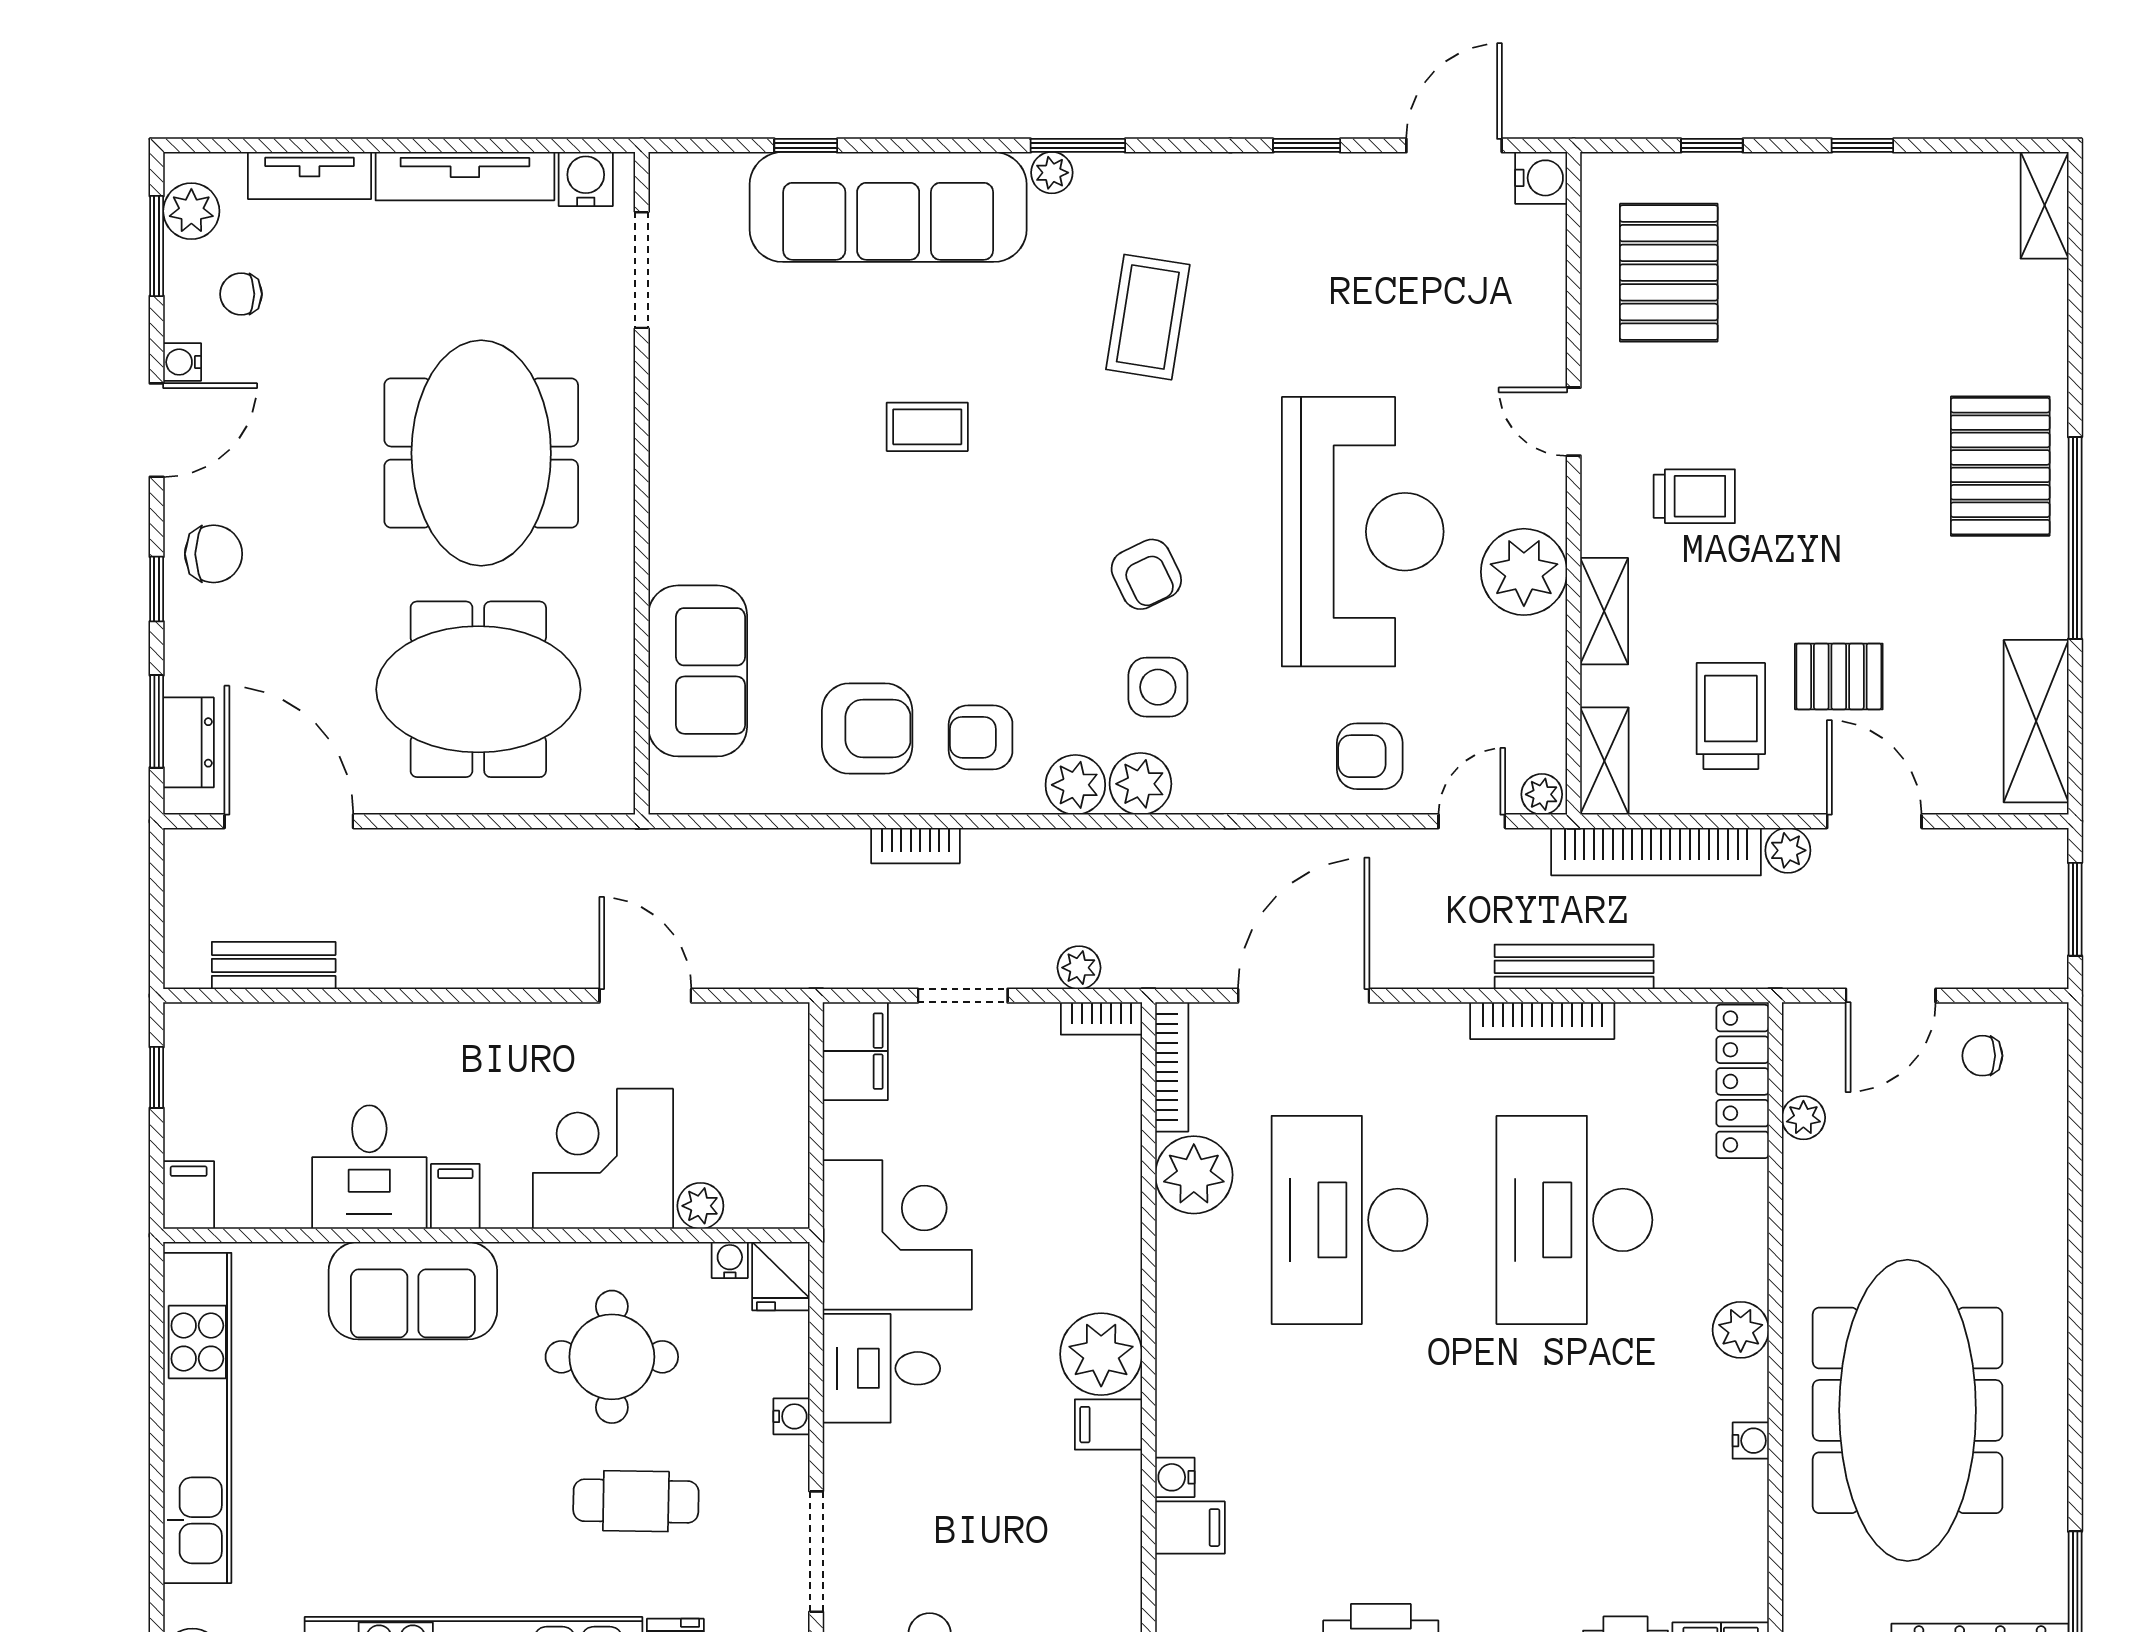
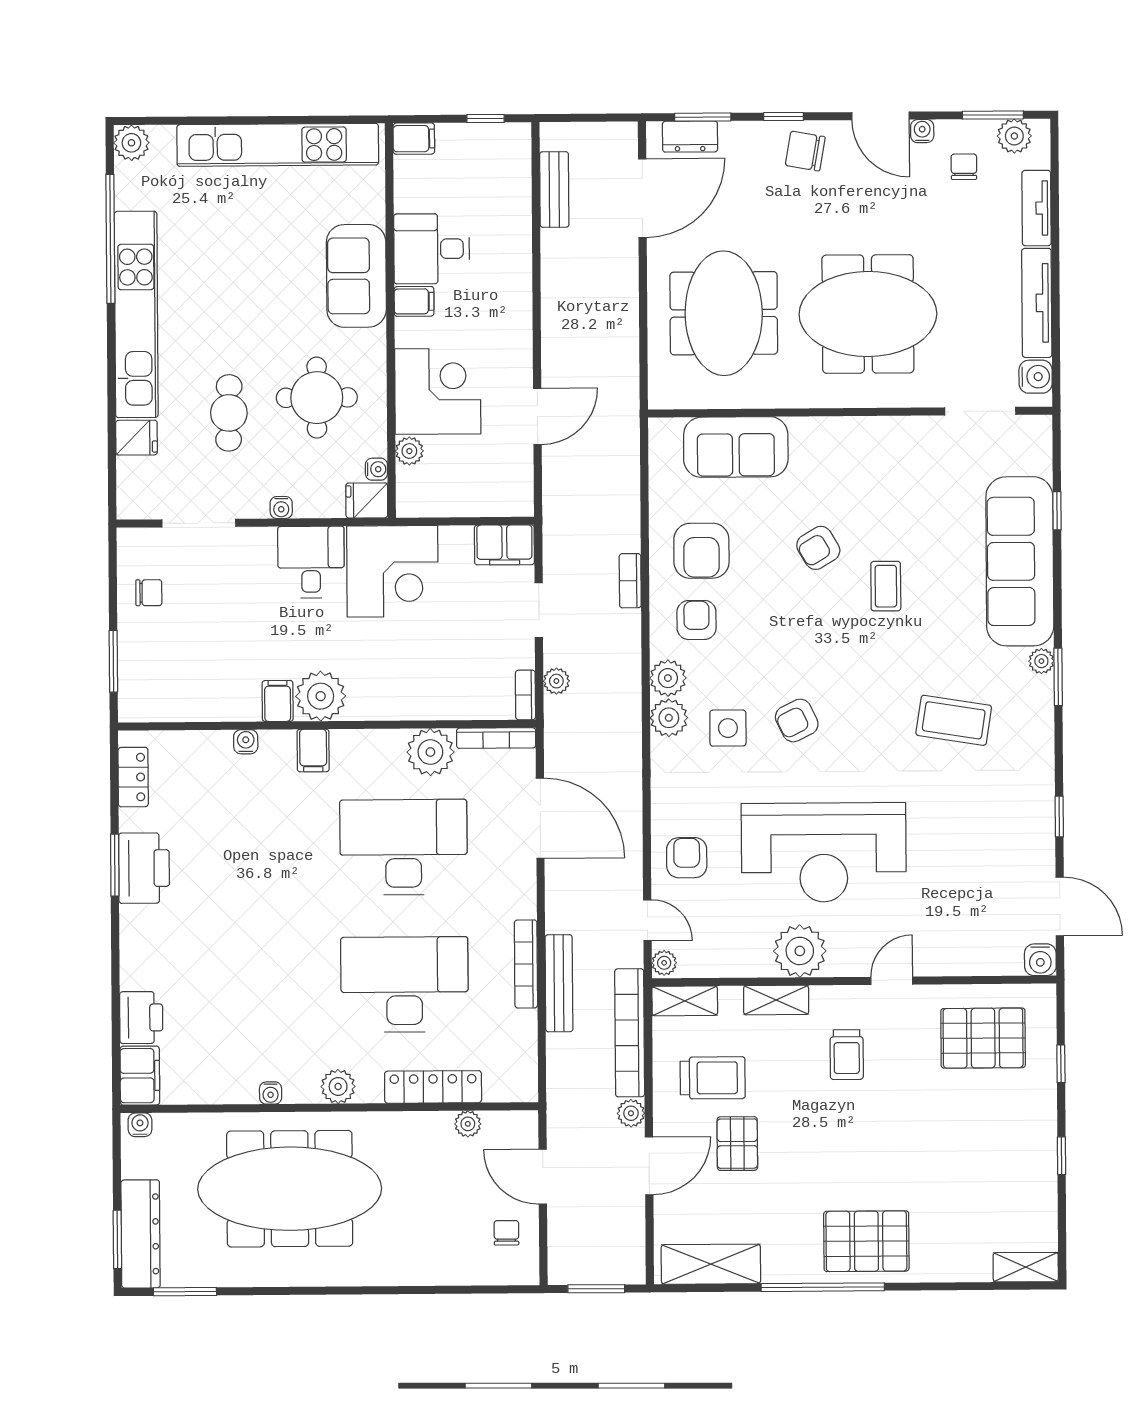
armchair: (864, 537) -> (818, 548), added
chair: (214, 554) -> (805, 151), turned 100
locker: (1743, 1081) -> (433, 1087), moved
filing cabinet: (1190, 1528) -> (313, 750), moved

